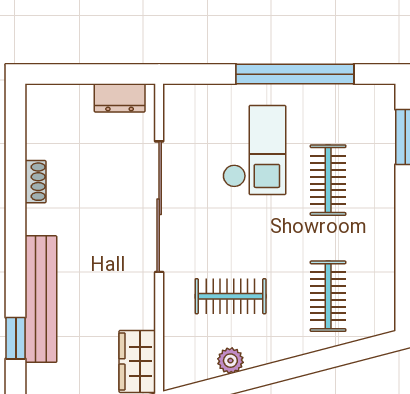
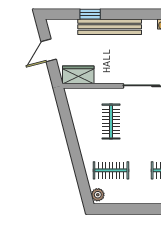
plant: (230, 361) -> (98, 195), moved

